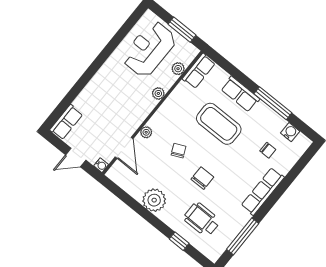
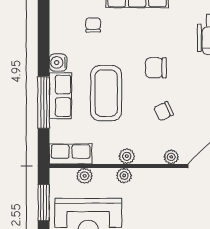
window: (273, 103) -> (44, 102), moved
plant: (169, 105) -> (127, 156), added
water cooler: (290, 132) -> (58, 62), moved
chair: (202, 178) -> (156, 68), moved

